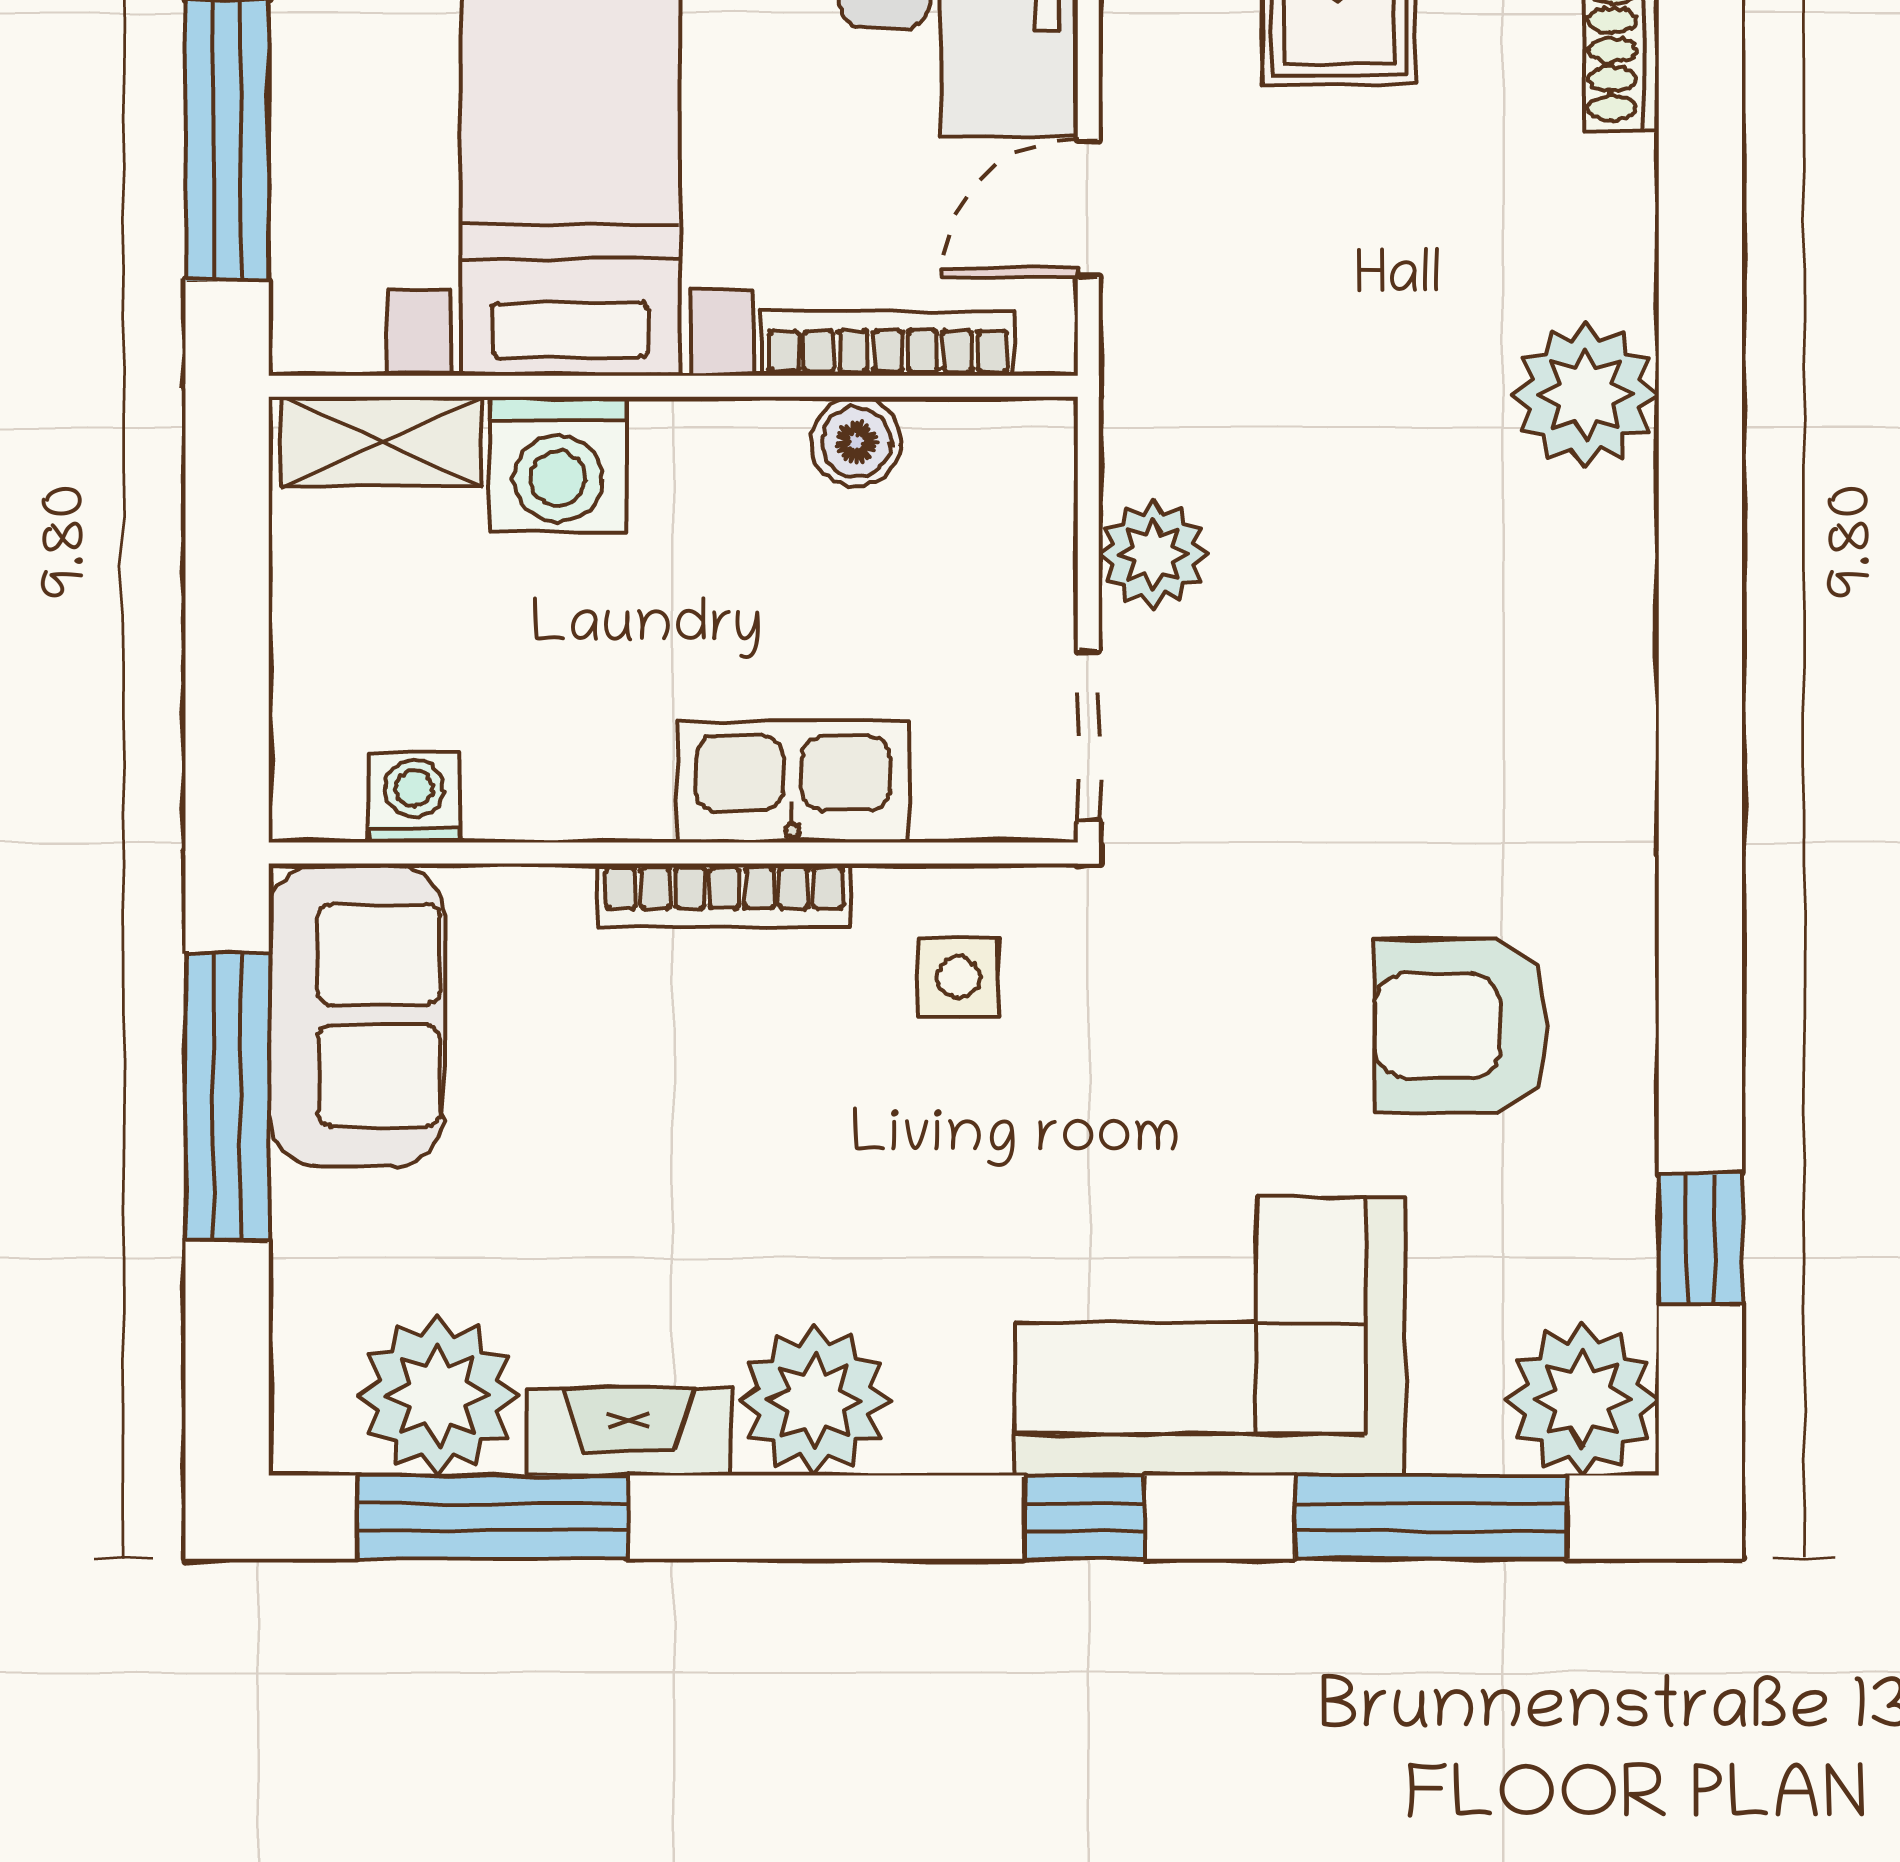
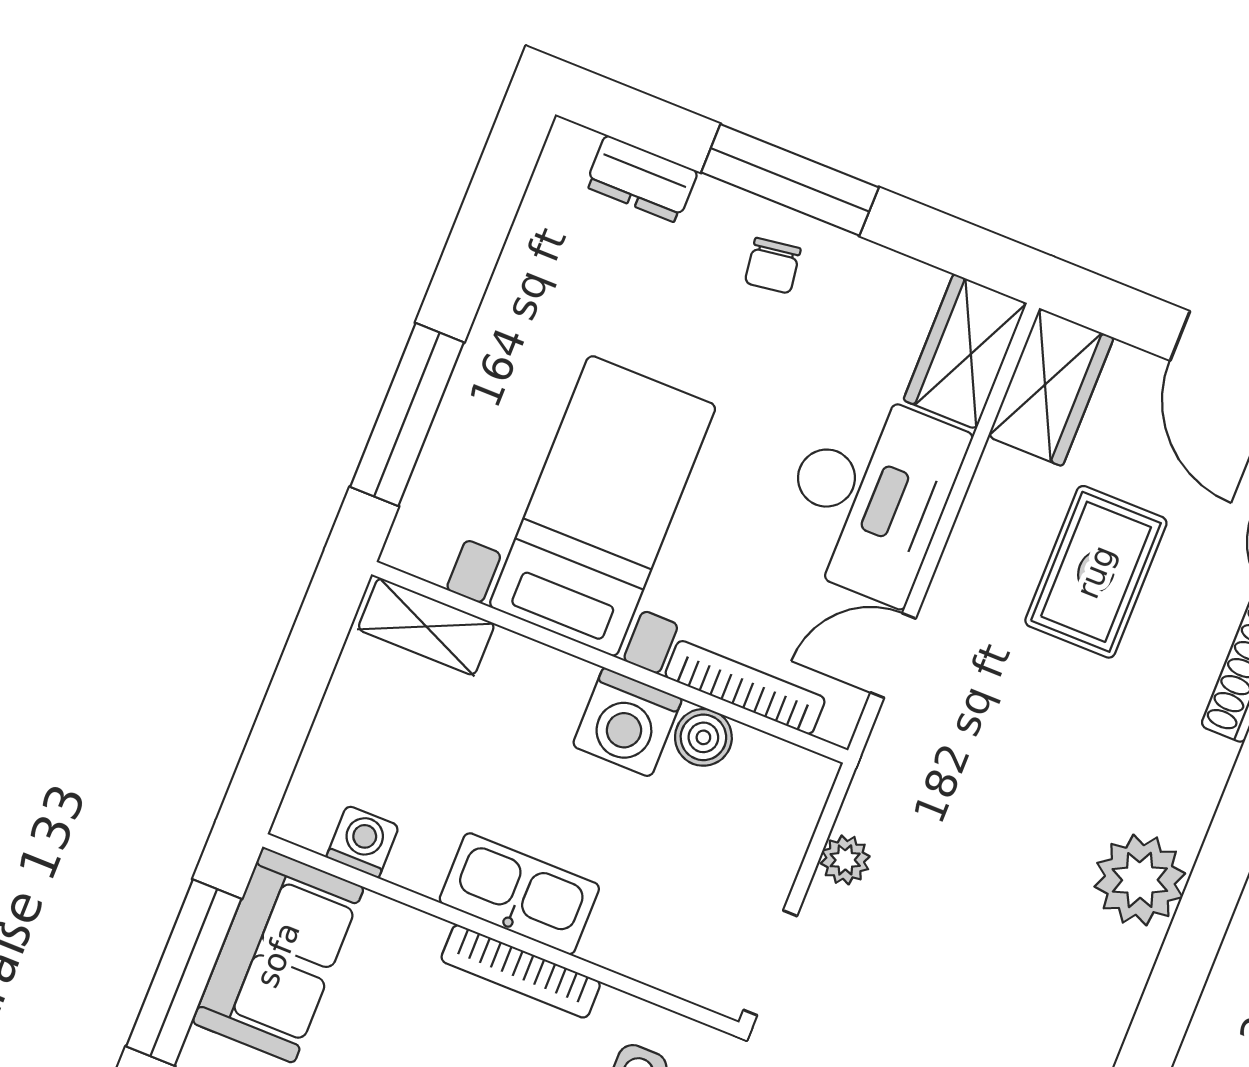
washing machine: (558, 465) -> (627, 722), moved
plant: (1153, 554) -> (845, 860), width x0.73, depth x0.73
kitchen sink: (793, 782) -> (519, 894), moved

